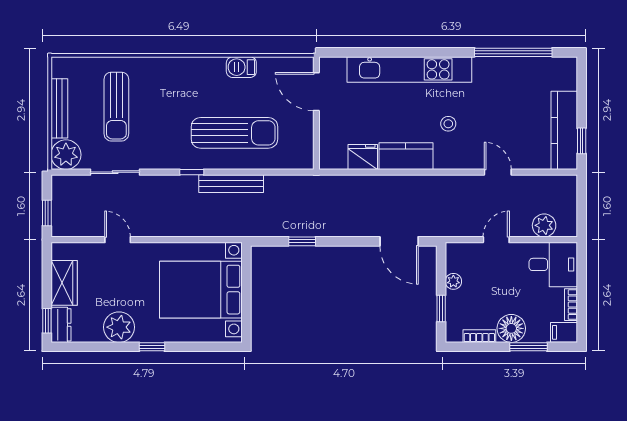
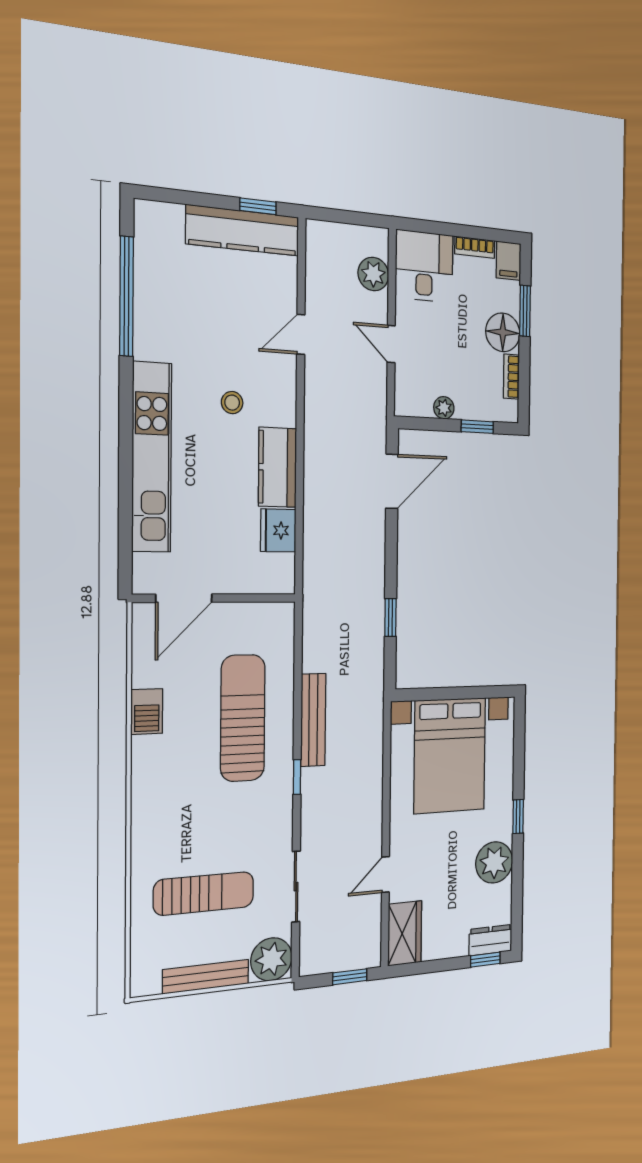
wardrobe: (64, 283) -> (405, 933), moved, turned 90

